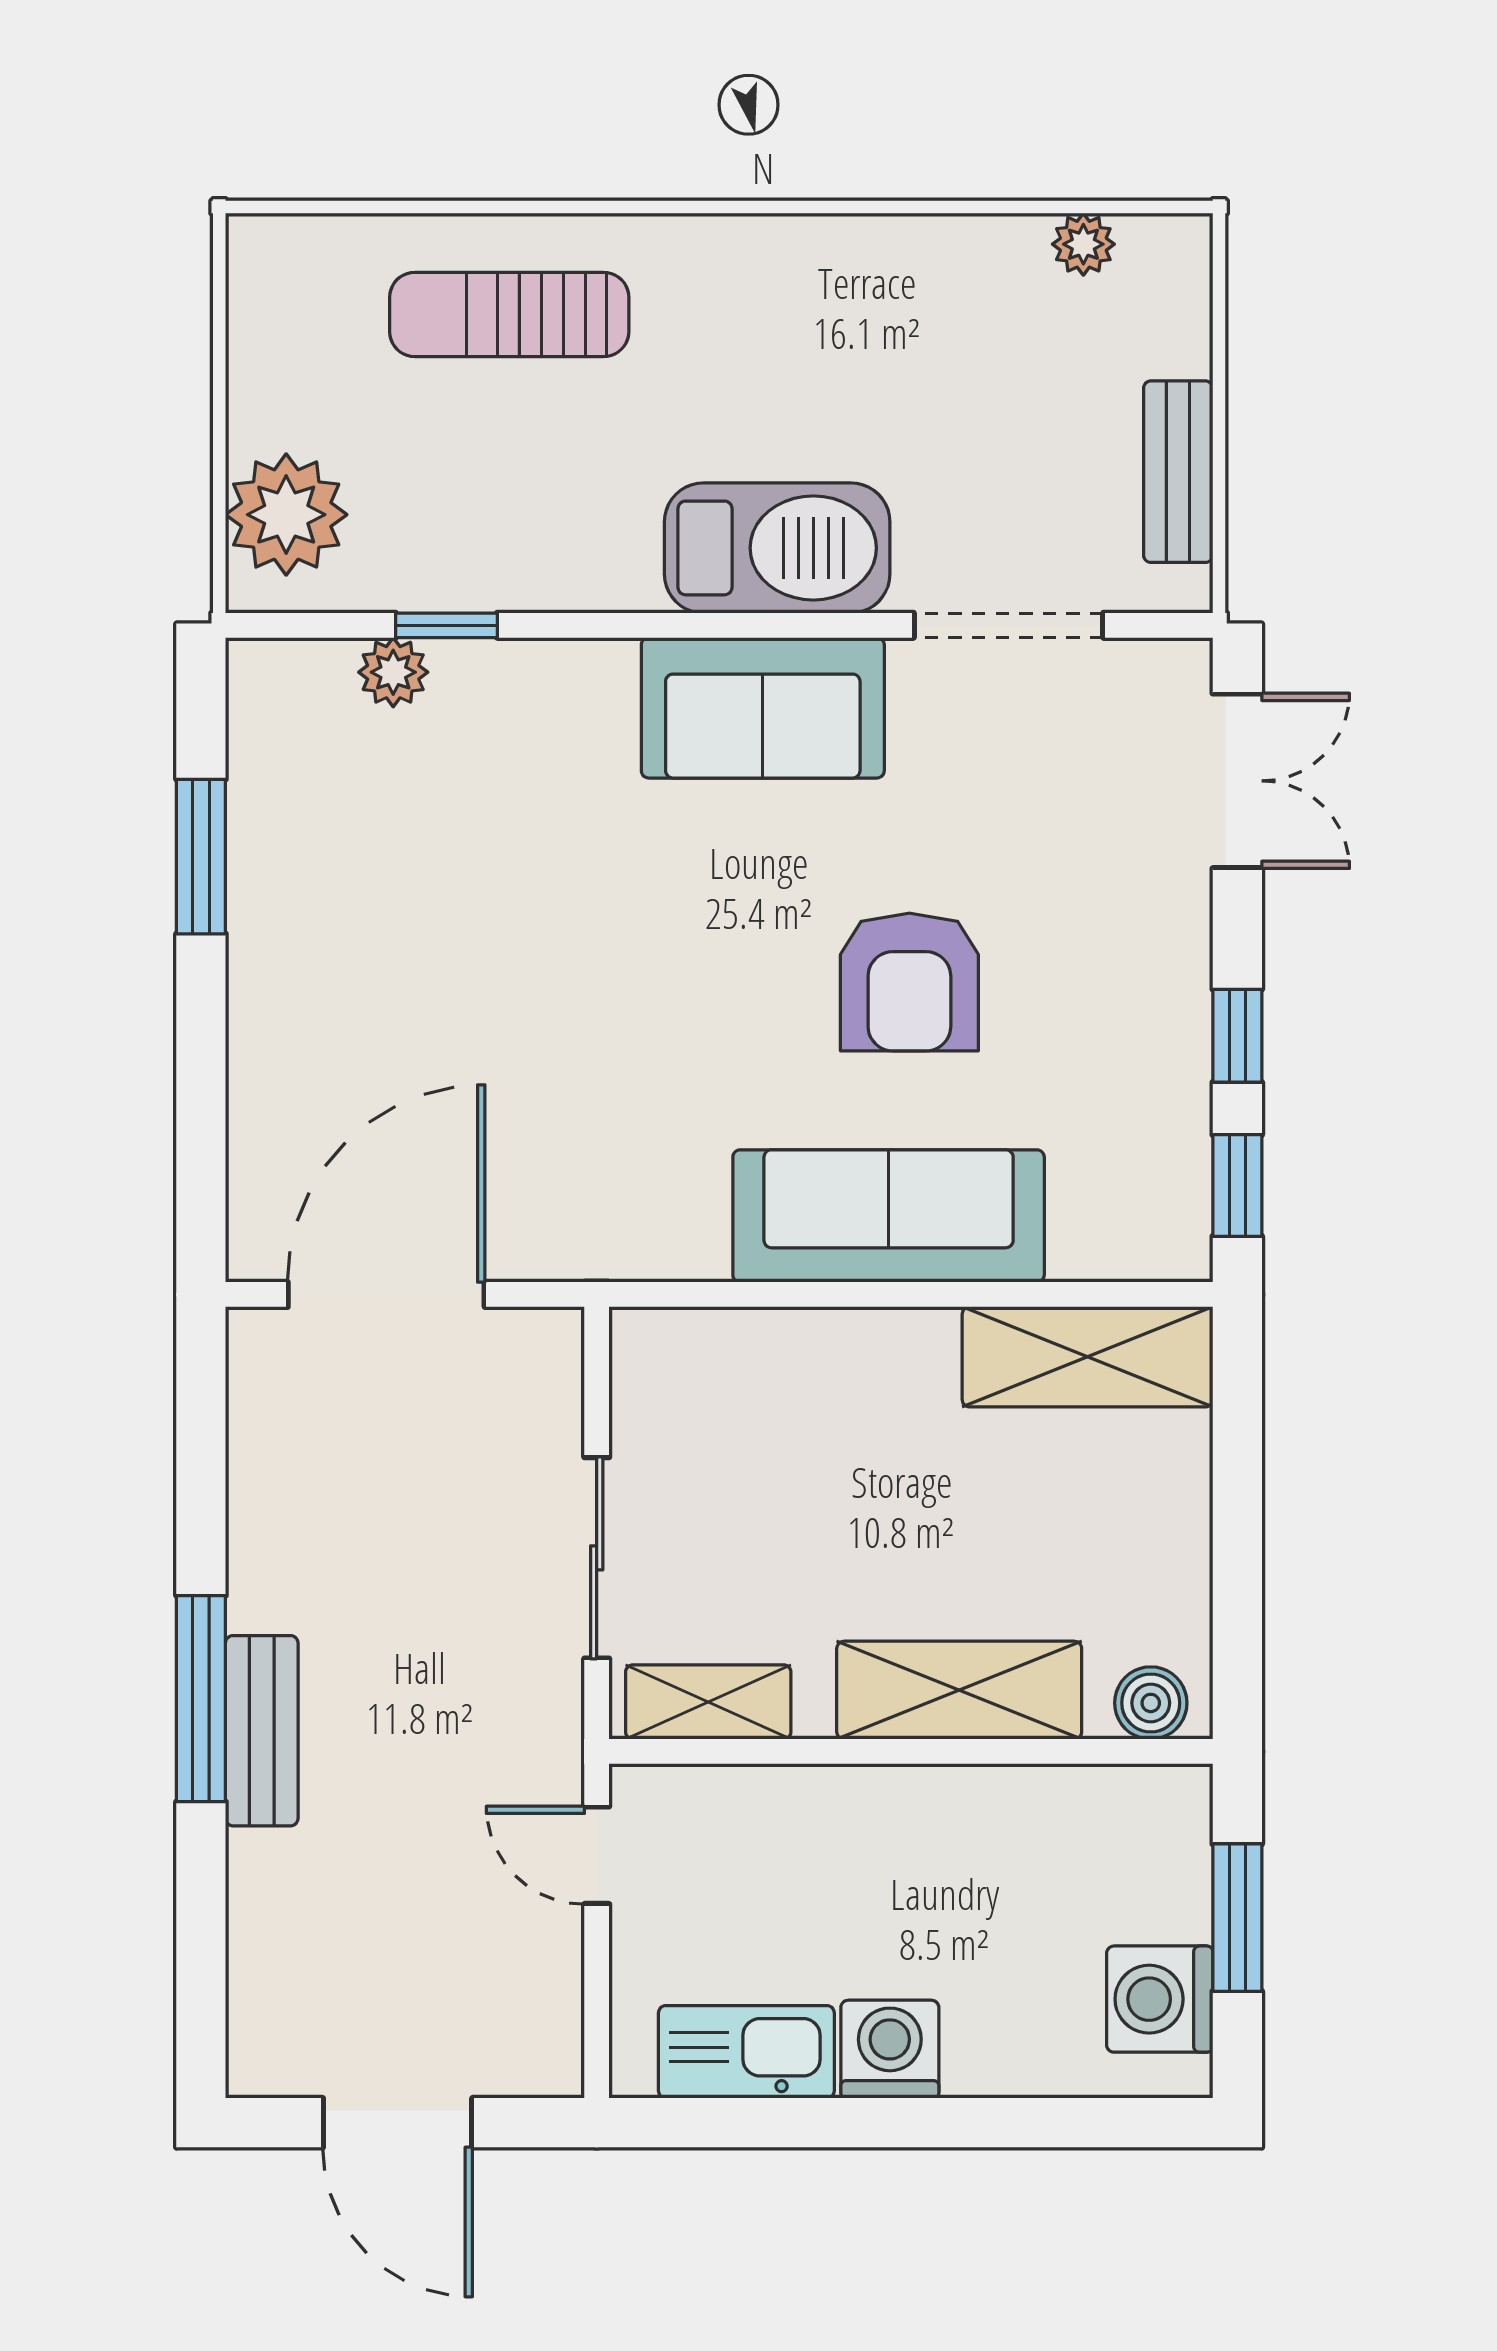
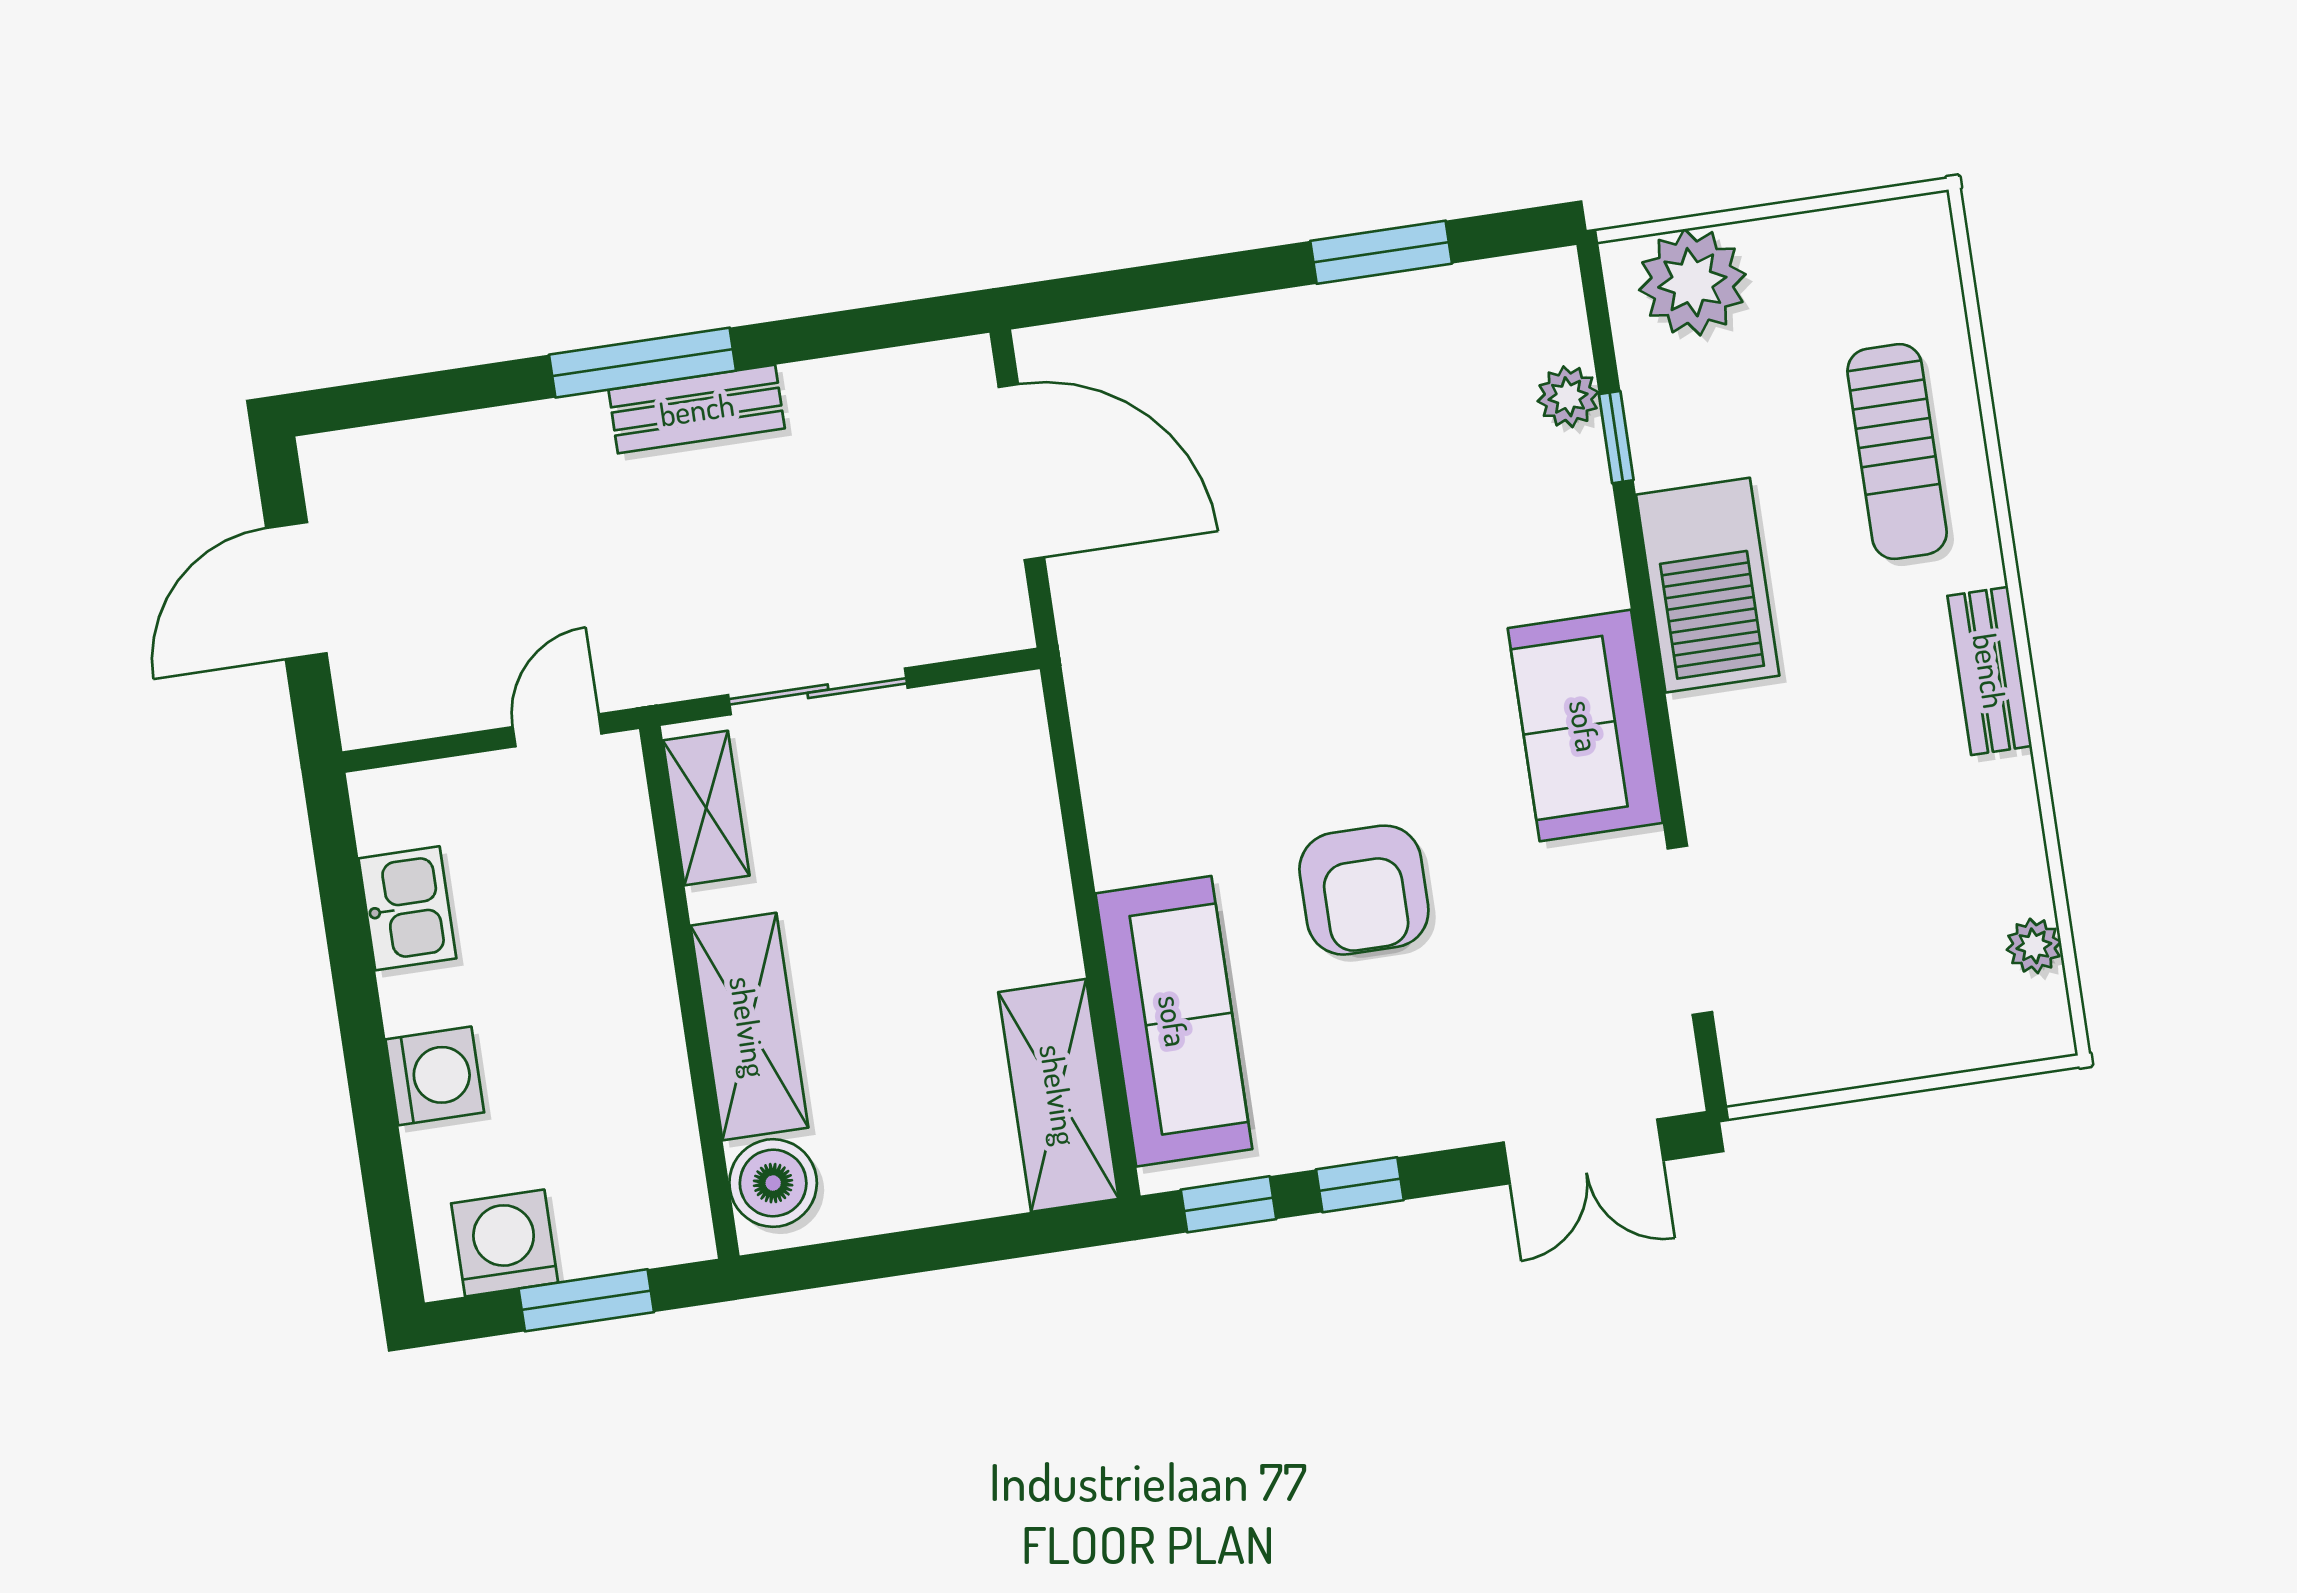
sun lounger: (509, 314) -> (1897, 452), turned 180
bench: (1178, 472) -> (1990, 671), moved, turned 90
barbecue: (777, 548) -> (1708, 585), moved
armchair: (909, 982) -> (1364, 890), turned -90
sofa: (889, 1216) -> (1174, 1021), moved
boiler: (1151, 1703) -> (773, 1183), width x1.36, depth x1.36
bench: (262, 1731) -> (697, 409), moved
washing machine: (890, 2049) -> (435, 1076), moved
kitchen sink: (746, 2052) -> (407, 908), width x0.73

